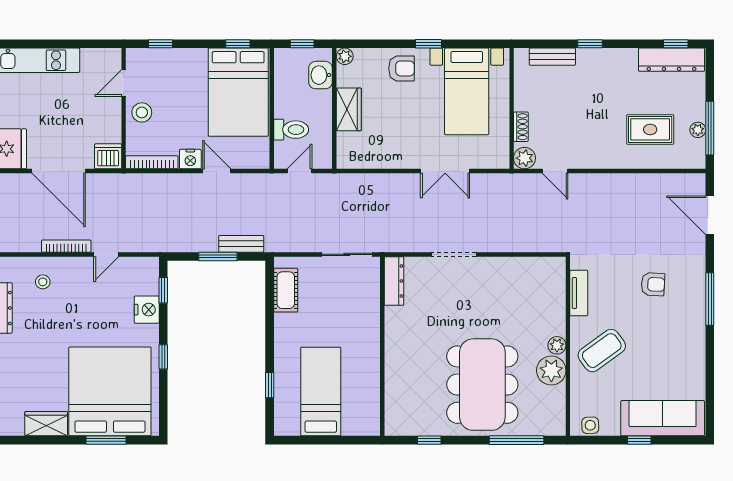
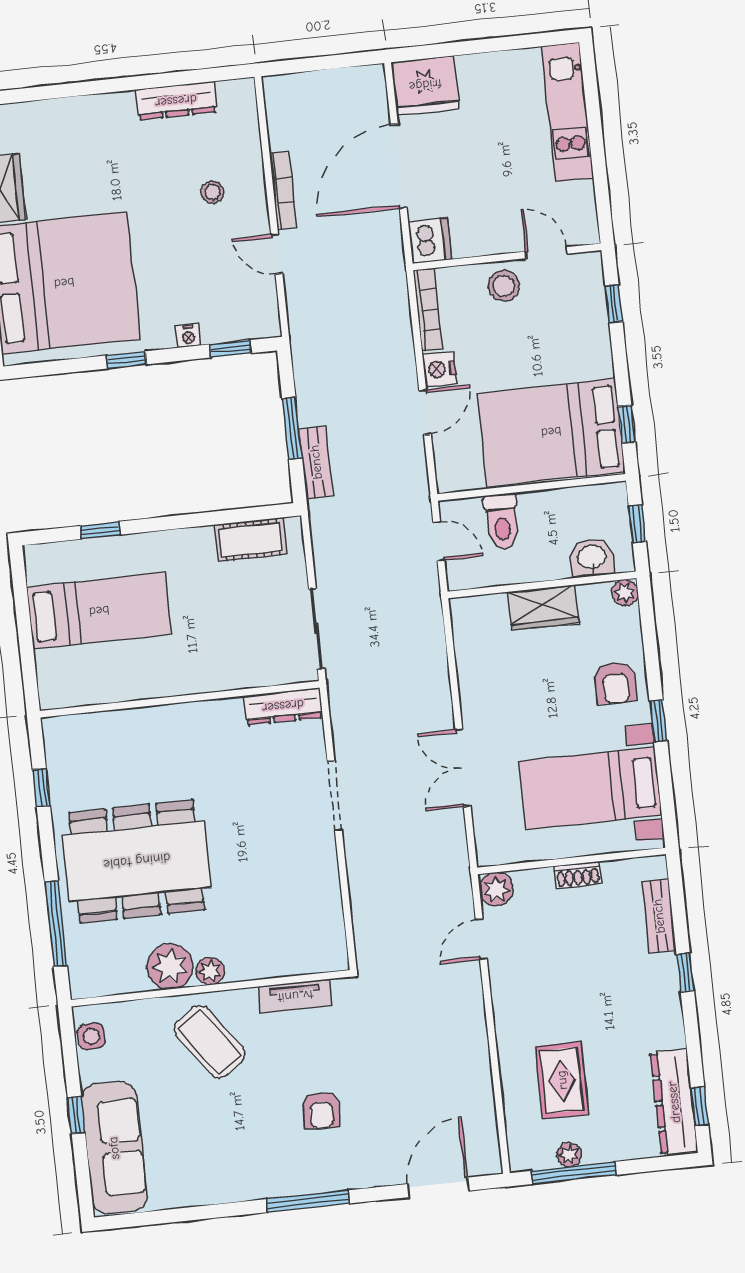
shoe rack: (521, 127) -> (578, 875), moved
stool: (43, 282) -> (212, 192), moved
nightstand: (147, 310) -> (188, 336), width x0.53, depth x0.56

